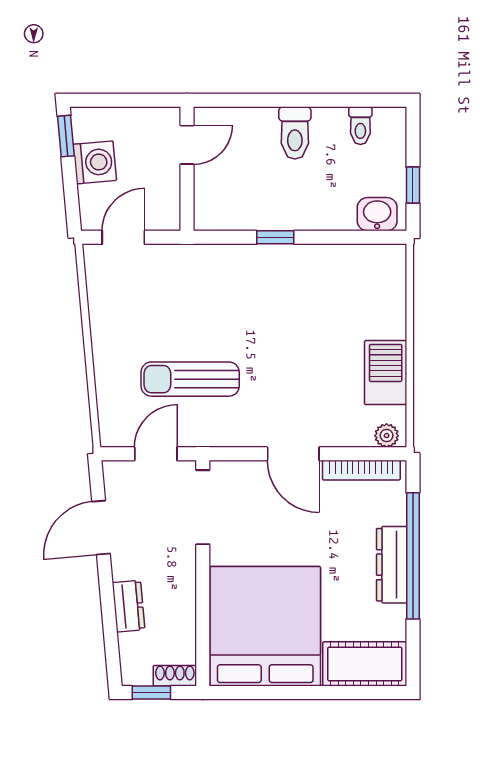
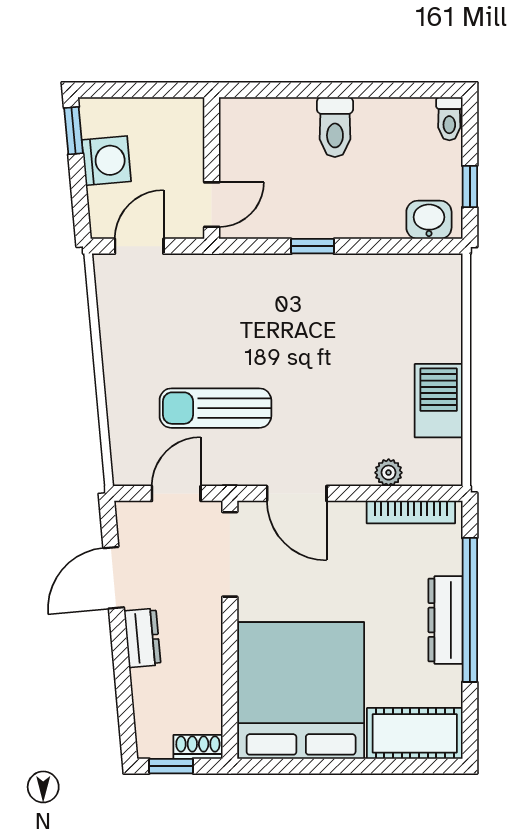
toilet: (360, 126) -> (449, 119), moved
door: (187, 145) -> (212, 205), moved
plant: (387, 436) -> (389, 473), moved
door: (293, 454) -> (297, 493), moved
dresser: (129, 606) -> (142, 638), moved

